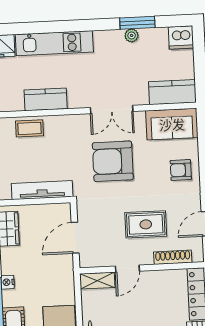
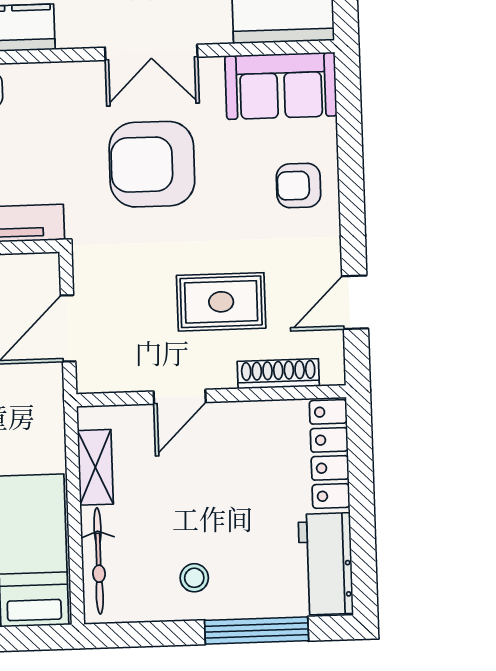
shelving: (97, 281) -> (95, 467), moved, turned 90

